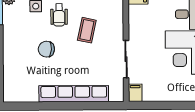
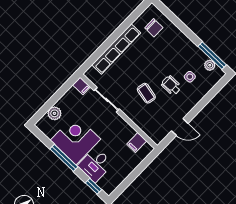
chair: (46, 49) -> (154, 28), moved, turned 86
plant: (182, 93) -> (54, 113), added

